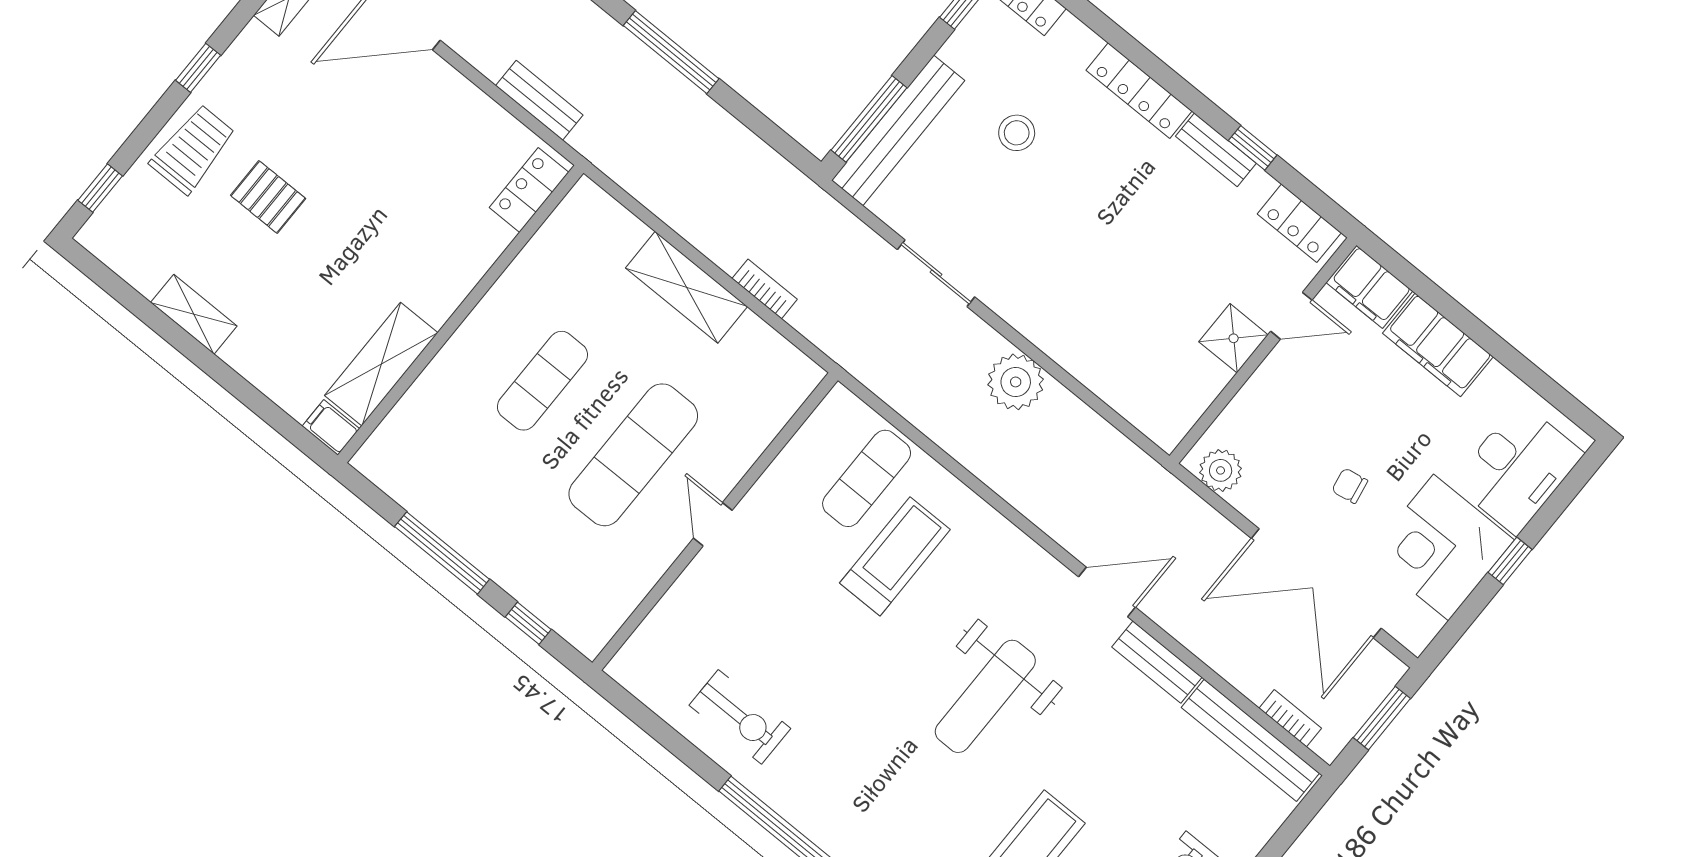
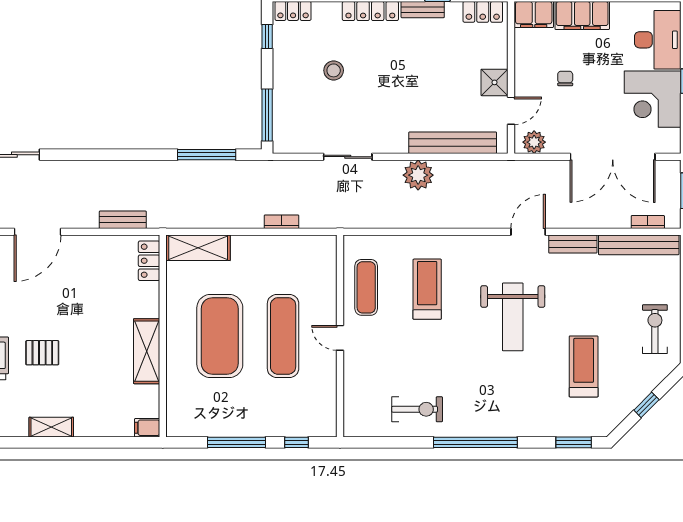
window: (671, 52) -> (207, 155), moved
bench: (898, 130) -> (453, 143), moved, turned 90
shelving: (686, 287) -> (198, 248), moved
door: (1291, 316) -> (511, 111), moved
shelving: (381, 364) -> (147, 351), moved
exercise mat: (542, 381) -> (220, 336), width x2.00, depth x1.45
exercise mat: (867, 478) -> (366, 287), moved
chair: (1350, 486) -> (565, 78), moved, turned 100

